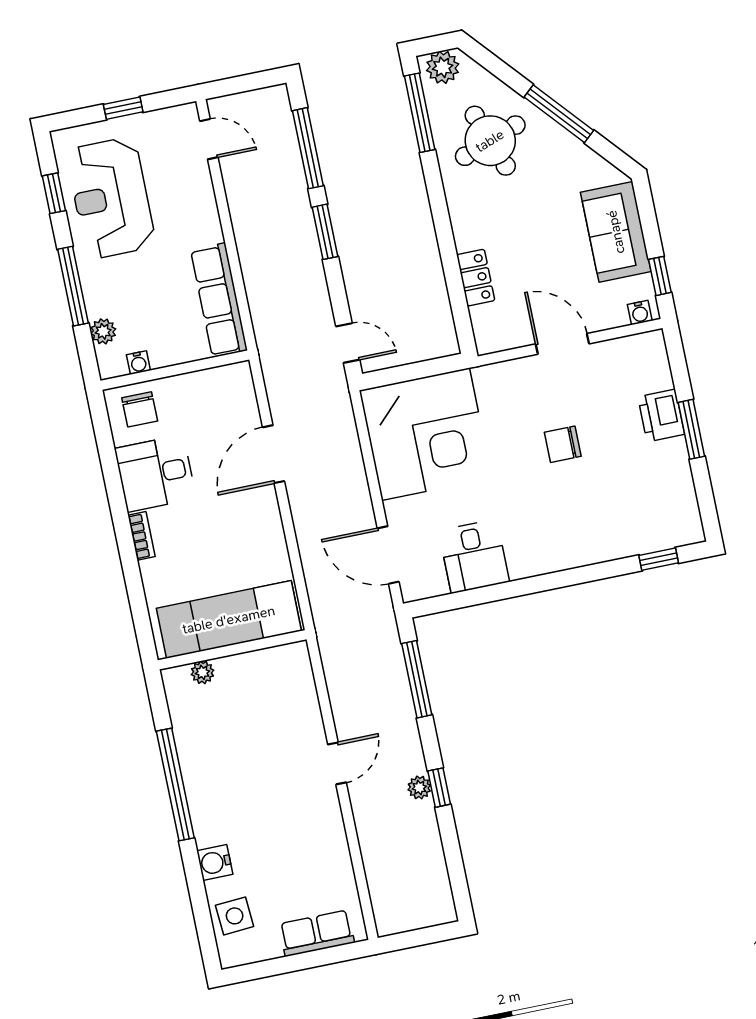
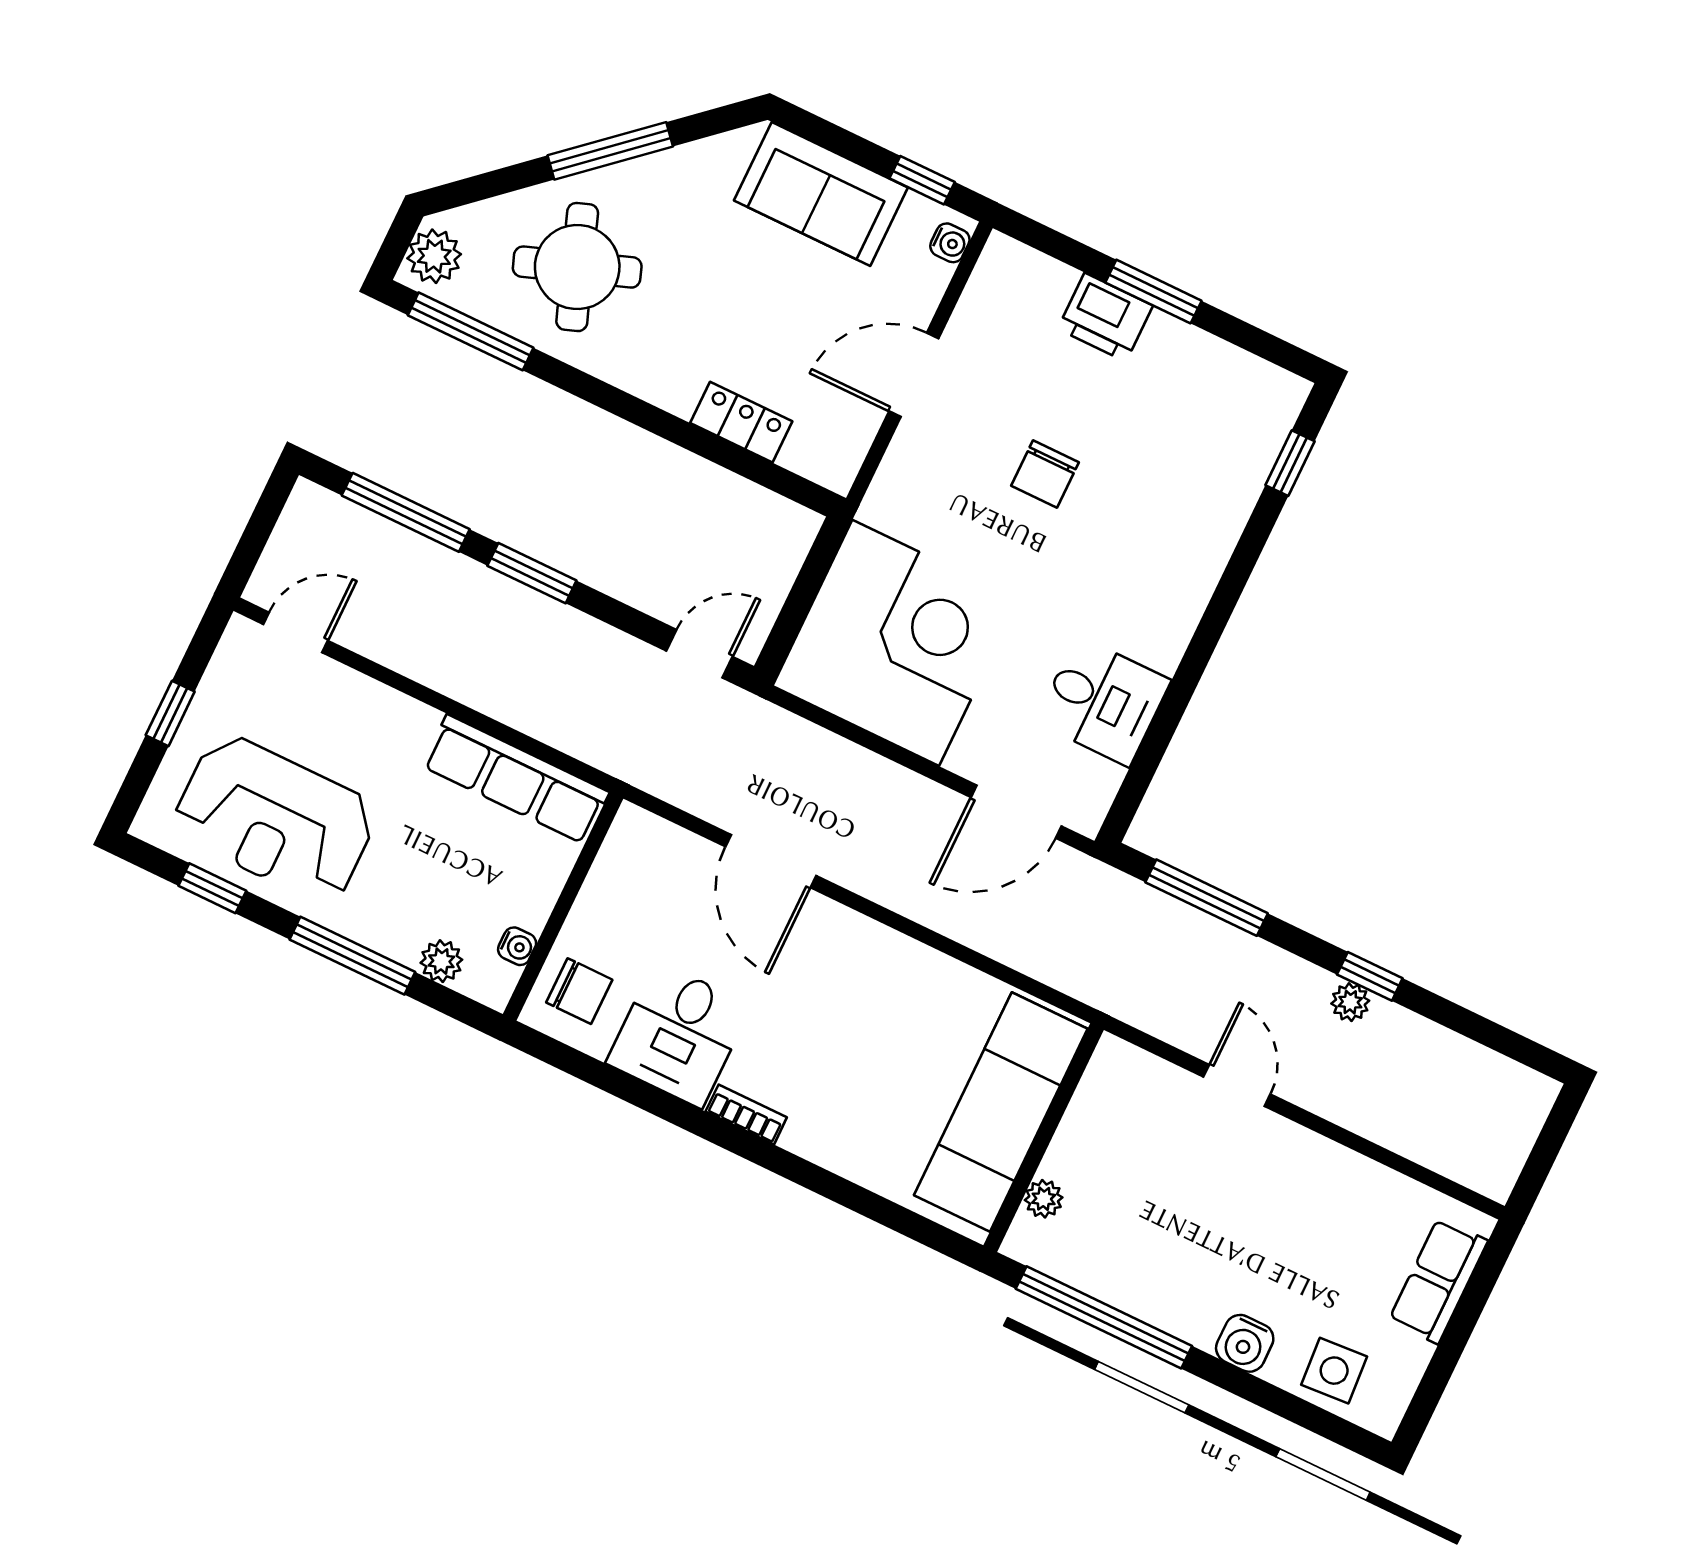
exam couch: (229, 620) -> (1001, 1112), moved
wall: (232, 650) -> (1044, 1138), moved
plant: (202, 672) -> (1044, 1199), moved

